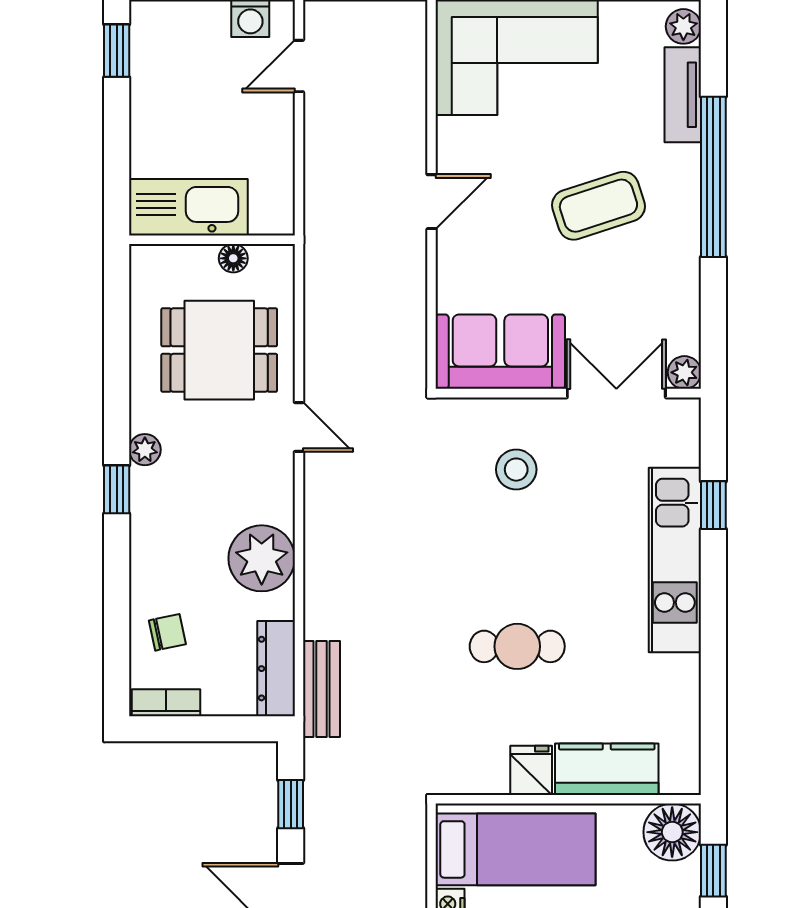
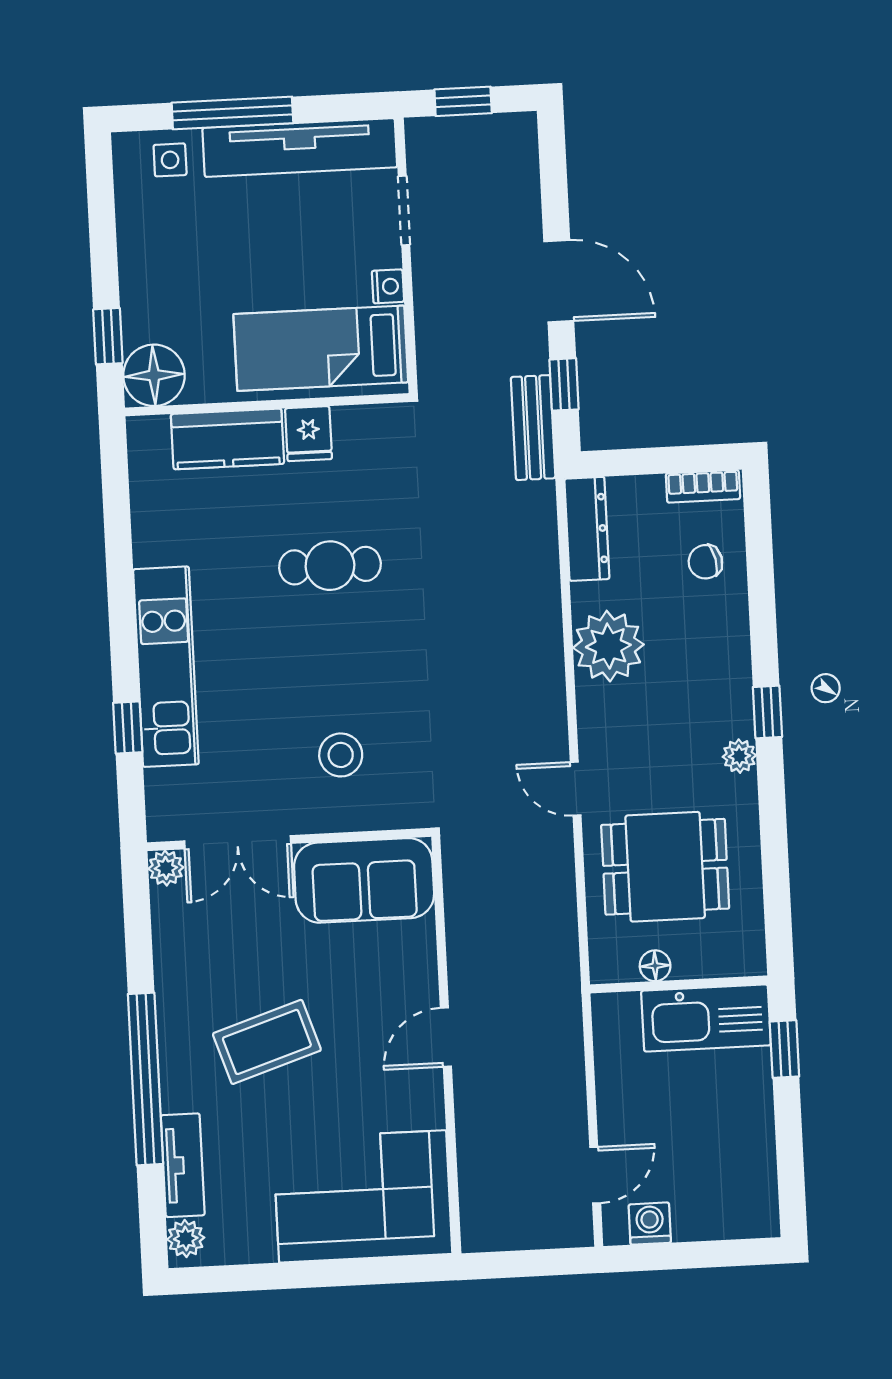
window: (117, 51) -> (784, 1049), moved
bench: (321, 689) -> (533, 428), moved

